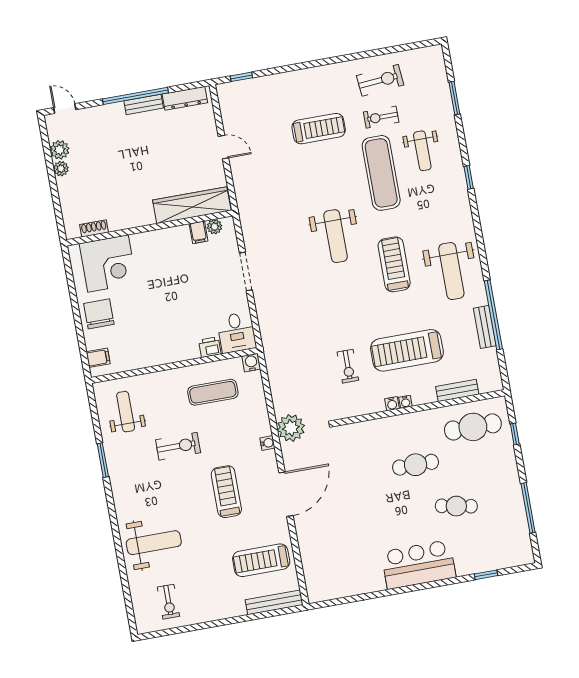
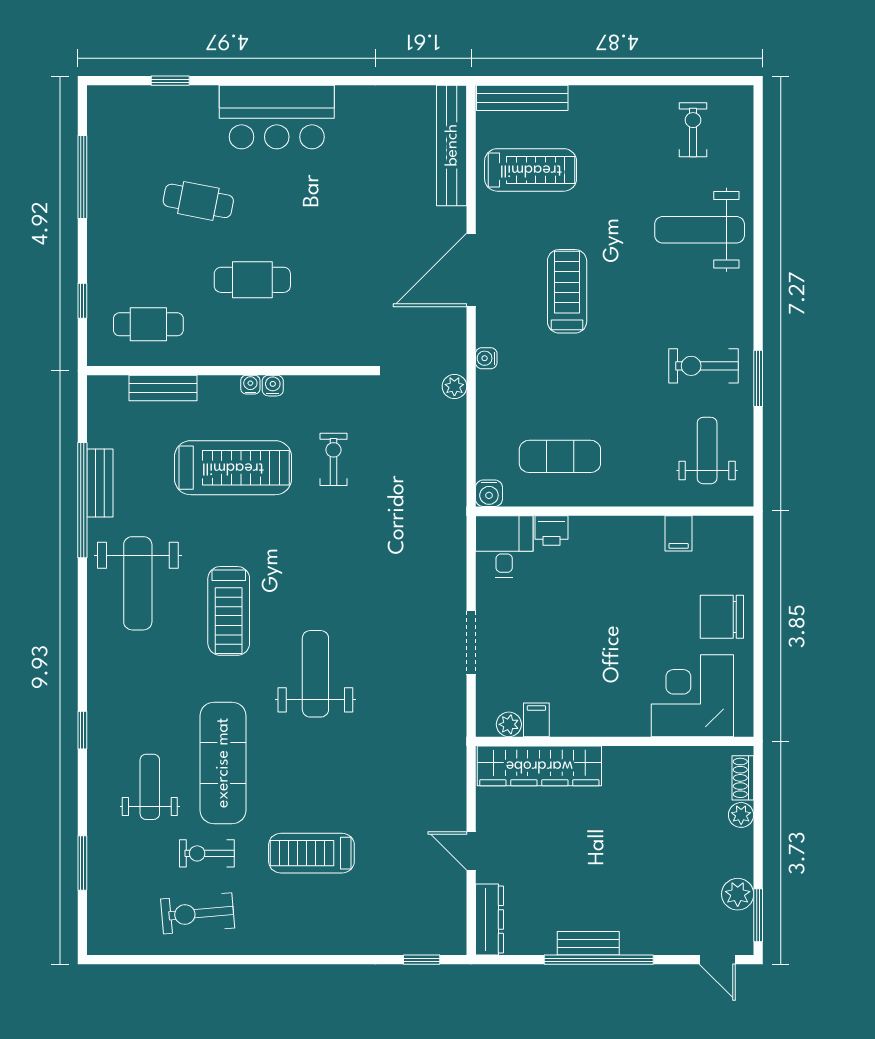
dresser: (185, 98) -> (490, 919), moved, turned 90
exercise bike: (381, 117) -> (207, 853), turned 180
window: (45, 139) -> (758, 915), added
plant: (61, 169) -> (741, 815), moved
shoe rack: (94, 229) -> (743, 778), moved, turned 90
weight bench: (451, 271) -> (138, 583), turned 180
chair: (99, 314) -> (722, 617), turned 90
filing cabinet: (98, 358) -> (679, 533), moved, turned -90
weight bench: (126, 412) -> (707, 451), turned 180
cafe table: (473, 427) -> (148, 324), width x0.73, depth x0.74
plant: (291, 428) -> (454, 386), width x0.53, depth x0.53
exercise bike: (178, 446) -> (704, 366), moved
treadmill: (226, 492) -> (567, 291), turned 180
bench: (311, 566) -> (452, 145), added

